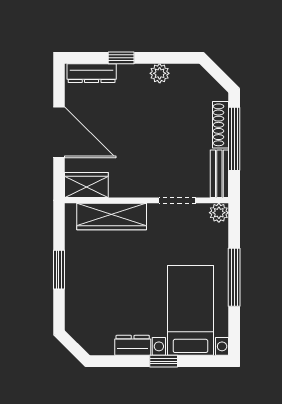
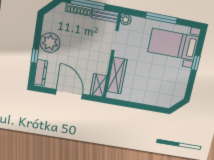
plant: (160, 73) -> (50, 43), width x1.88, depth x1.88
door: (59, 132) -> (69, 94), hinge flipped
window: (59, 270) -> (138, 106), removed
dresser: (133, 345) -> (184, 77), removed

